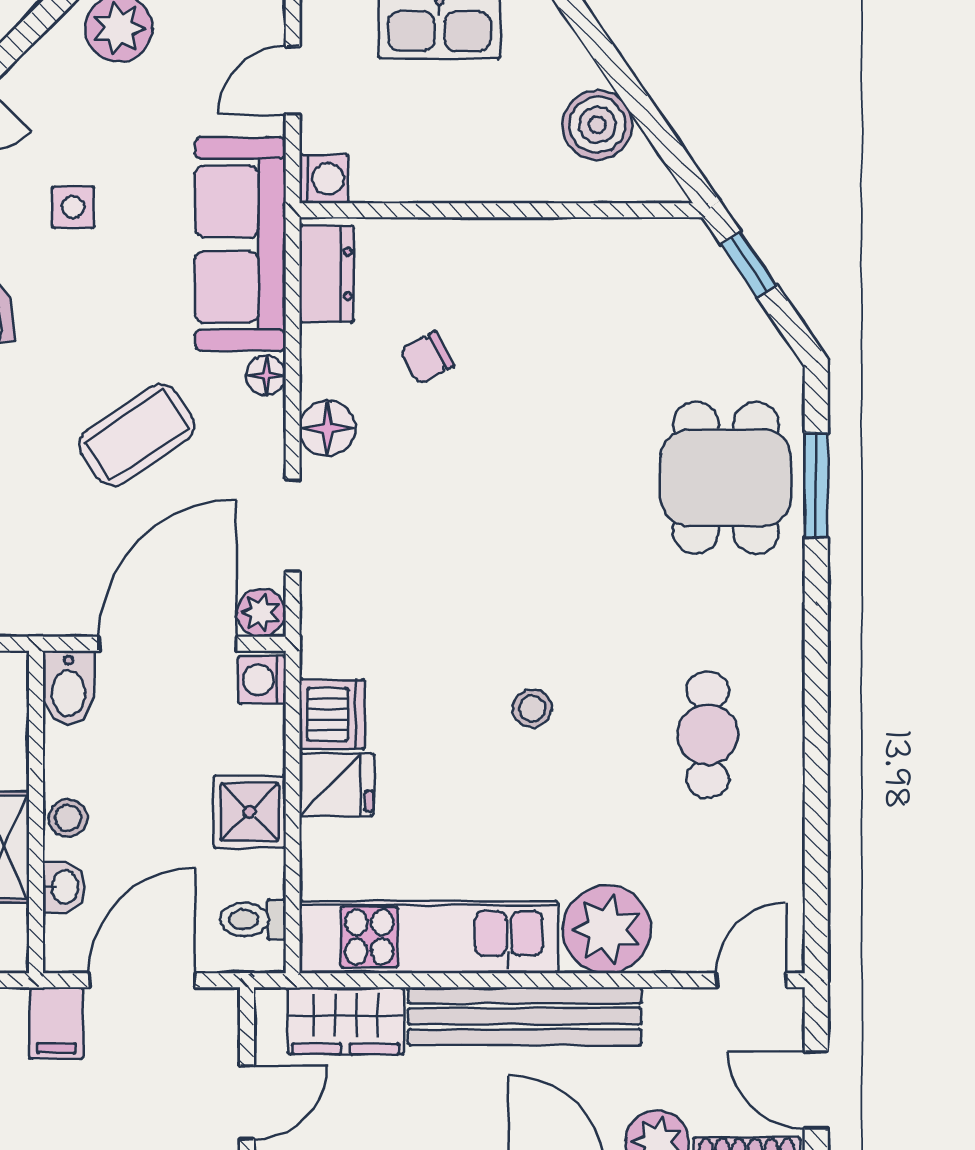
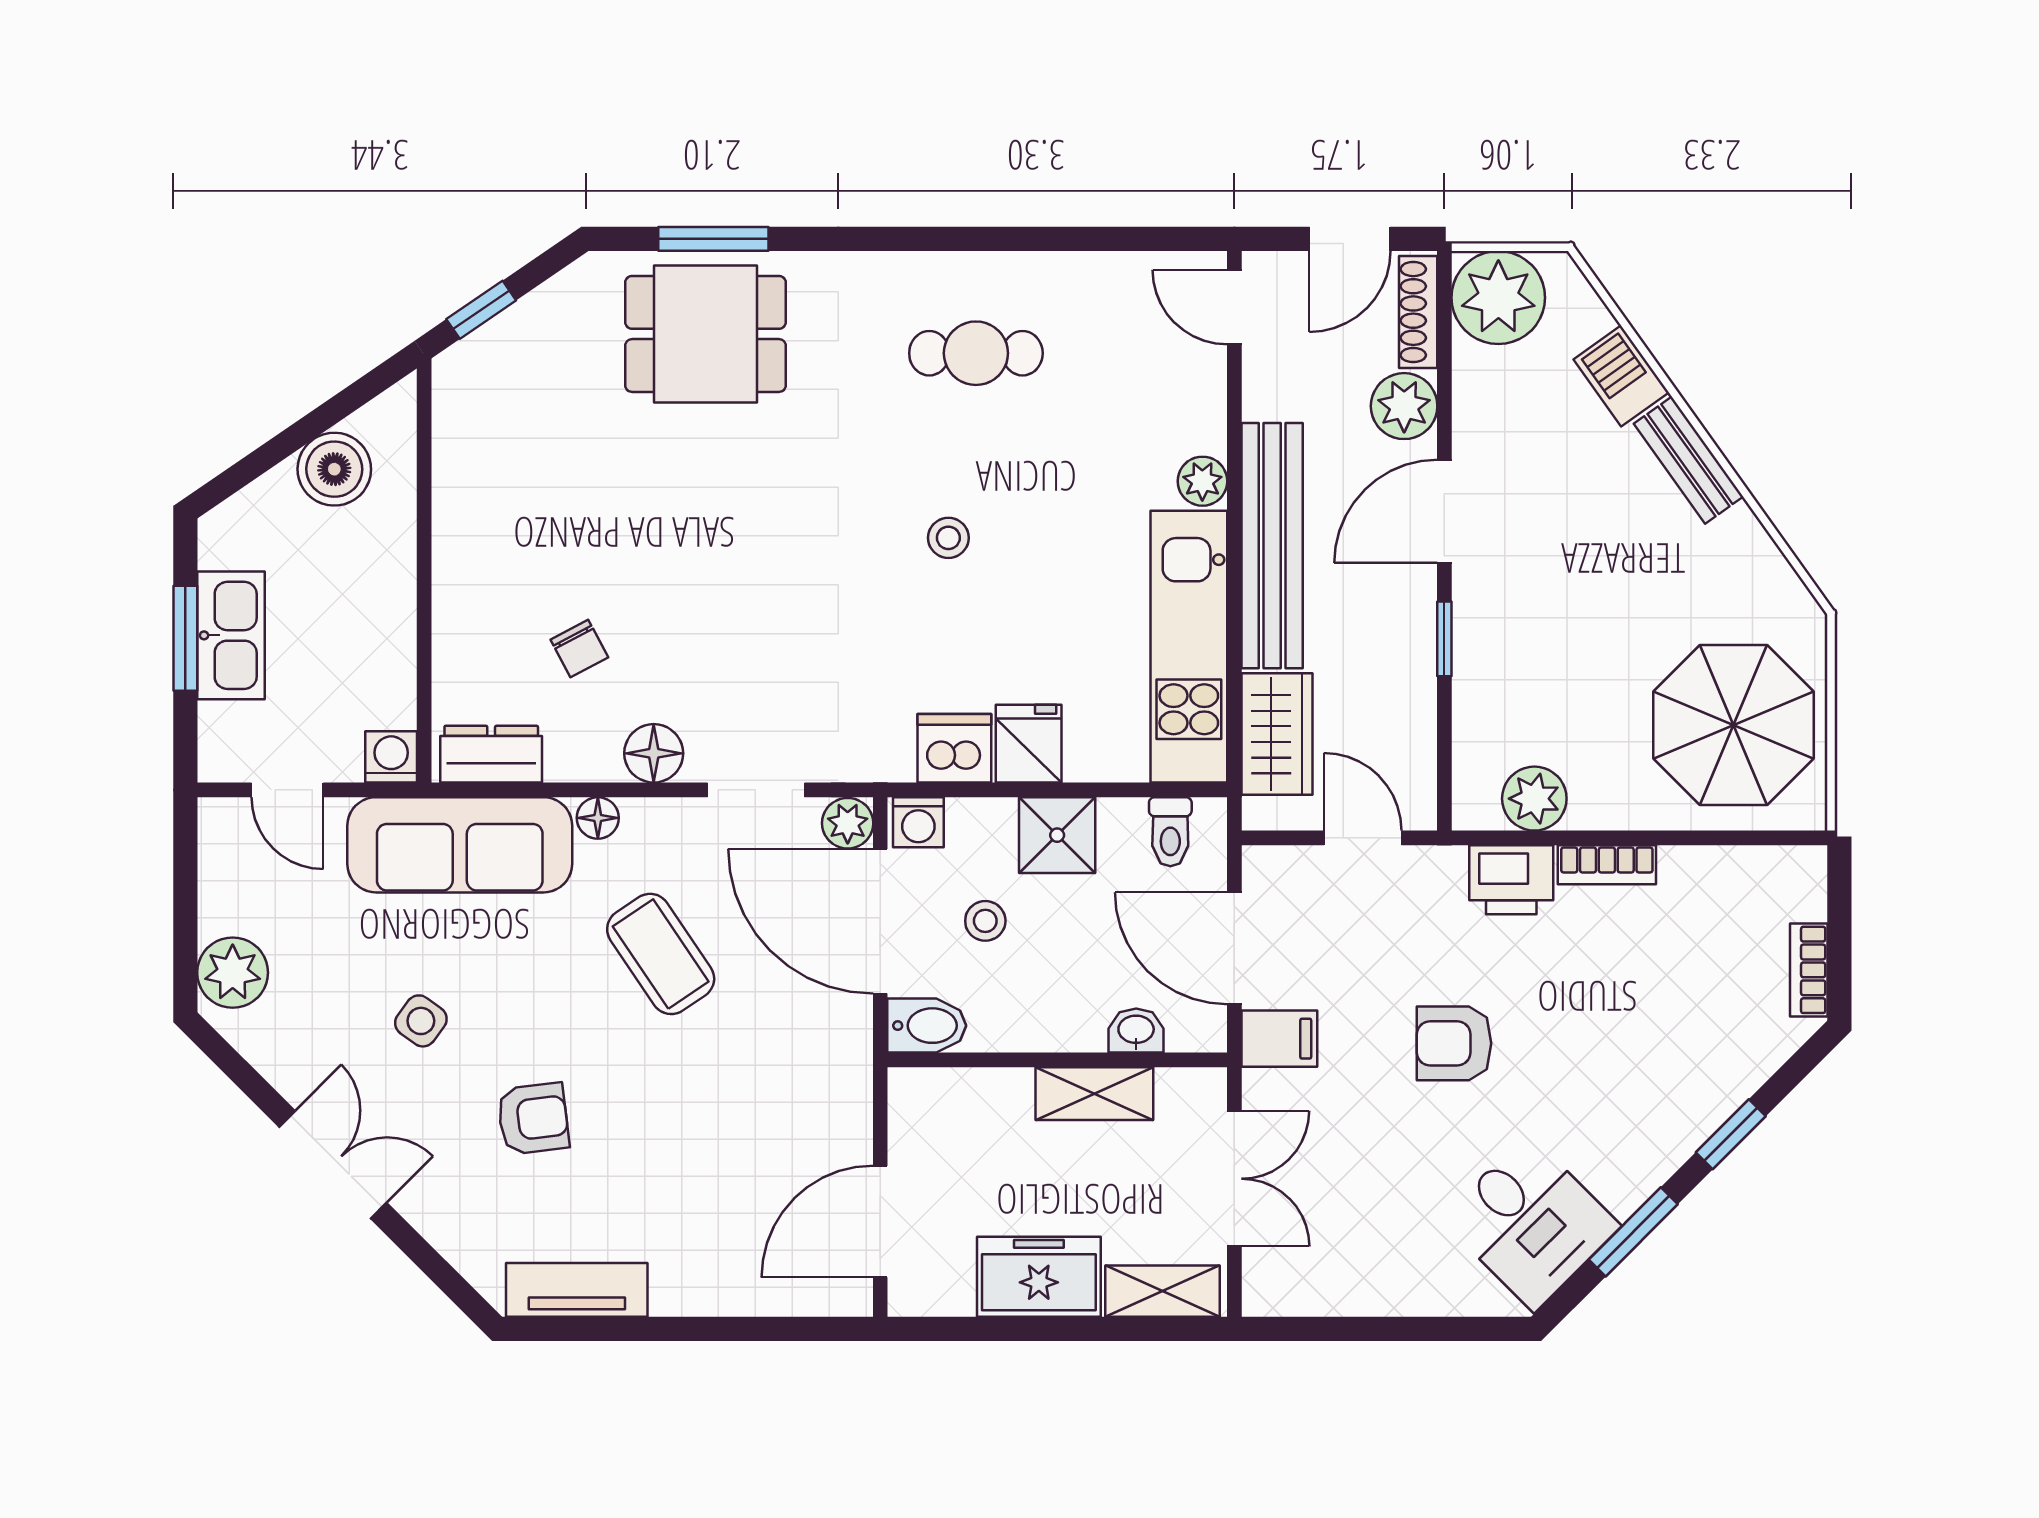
side table: (73, 207) -> (421, 1021), turned 36
stool: (68, 818) -> (985, 921), moved
plant: (606, 929) -> (1202, 481), width x0.53, depth x0.53

